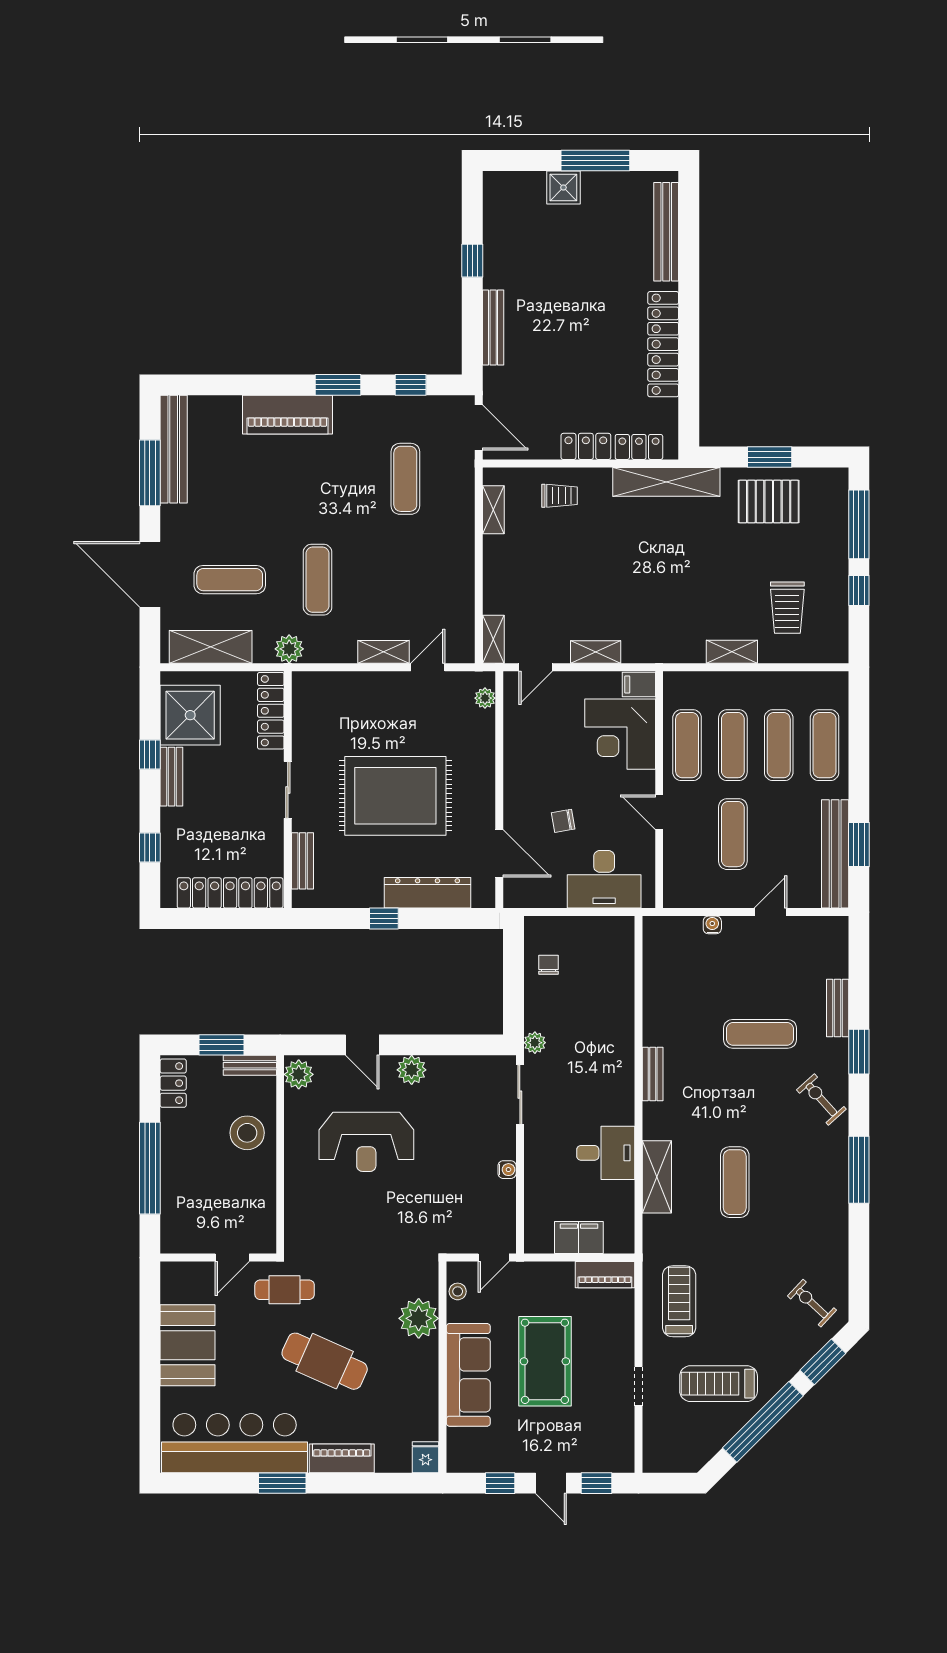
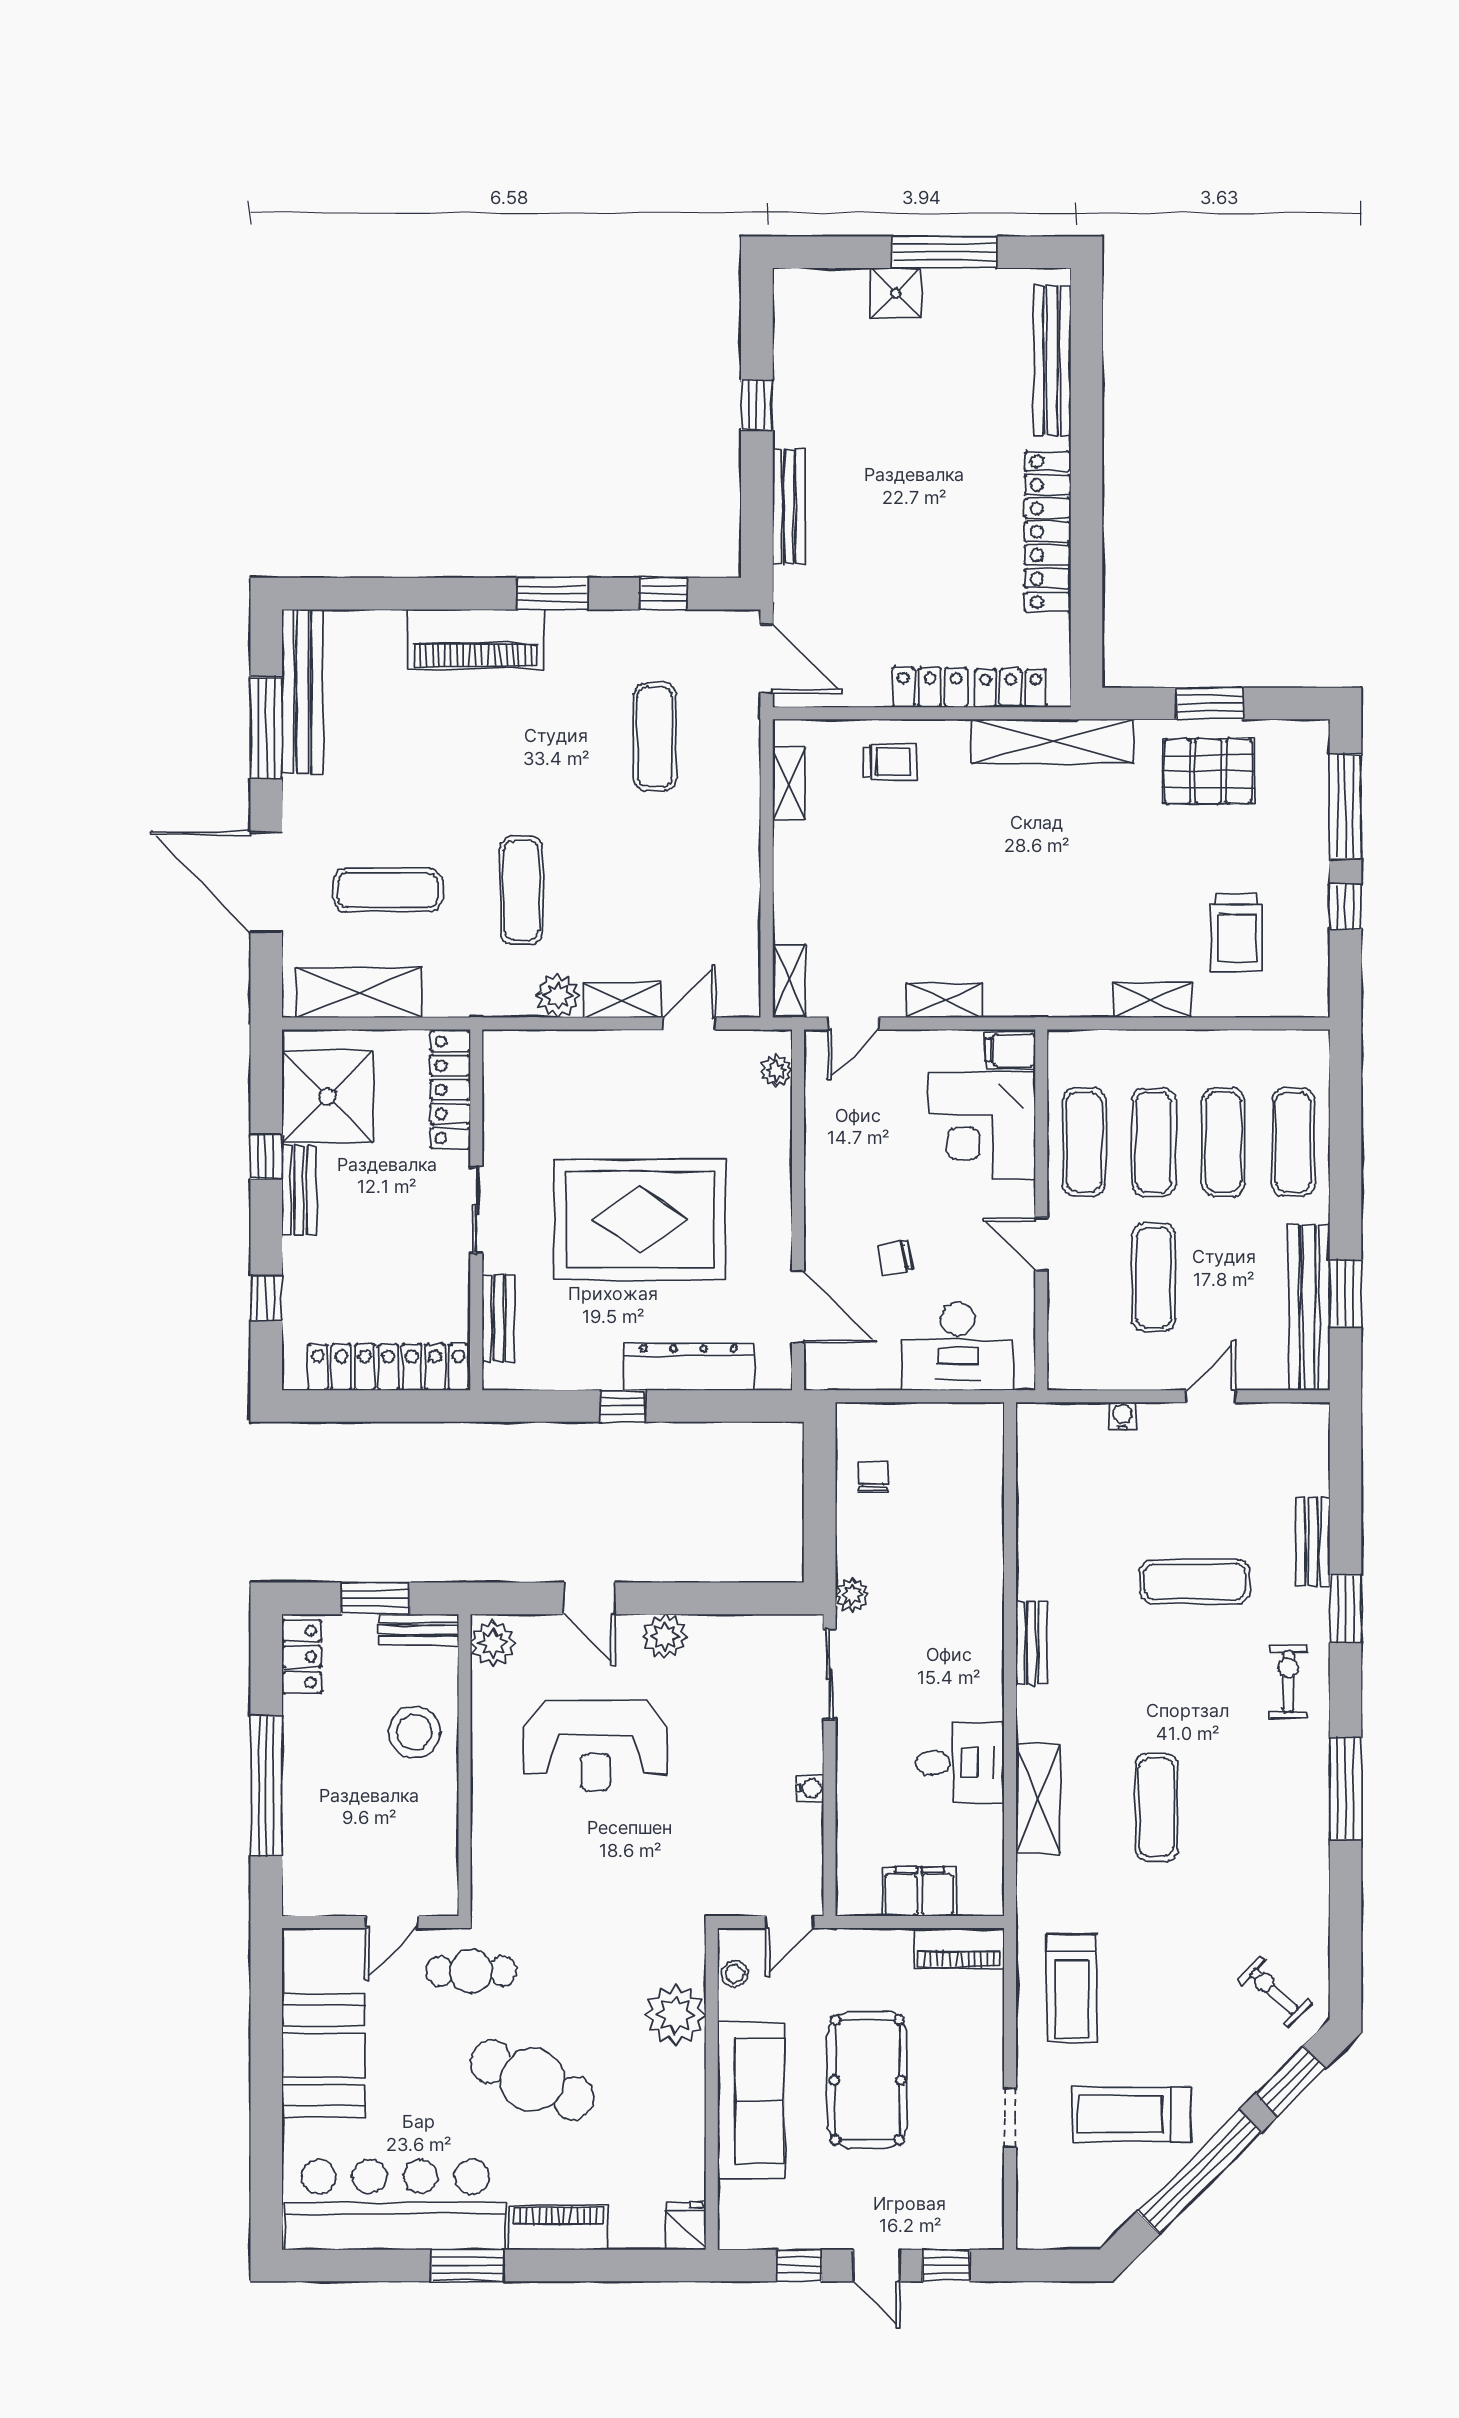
plant: (289, 649) -> (558, 996), moved
exercise bike: (821, 1100) -> (1288, 1682), turned 42
treadmill: (679, 1301) -> (1072, 1989), turned 180

